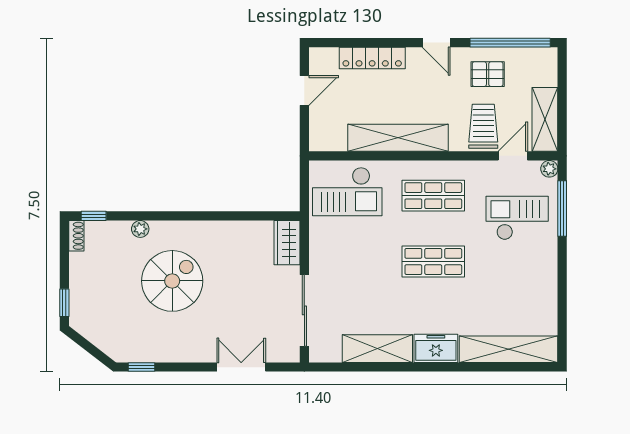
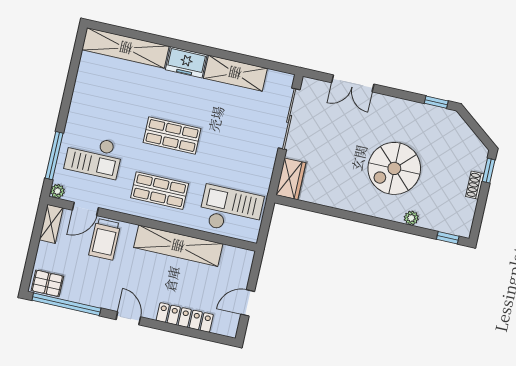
pallet: (488, 74) -> (47, 283), moved
shelving: (545, 119) -> (51, 224), width x0.67, depth x0.75
shoe rack: (76, 236) -> (475, 185), moved

